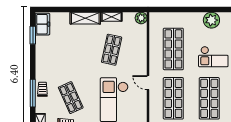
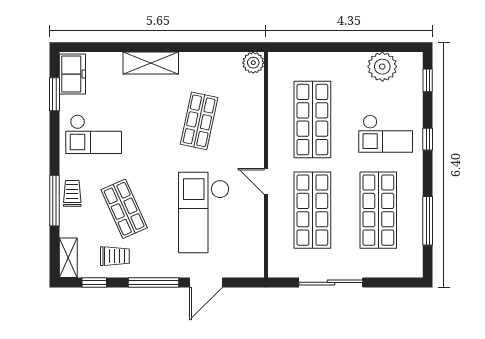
shelving: (112, 17) -> (199, 60), removed
checkout: (54, 57) -> (94, 134), added

